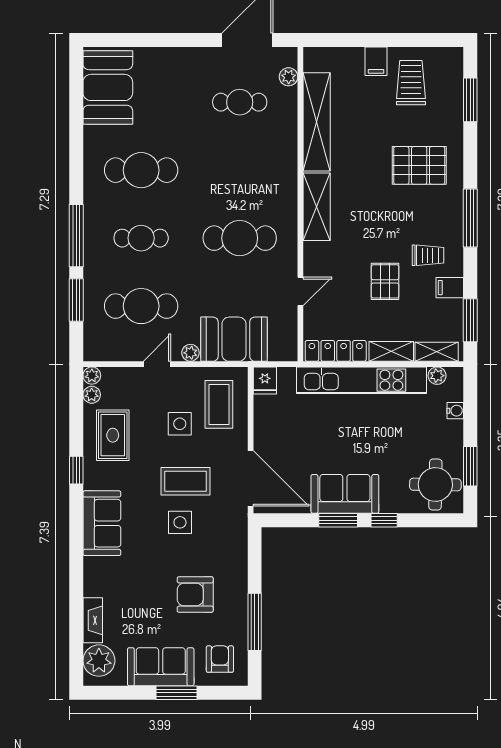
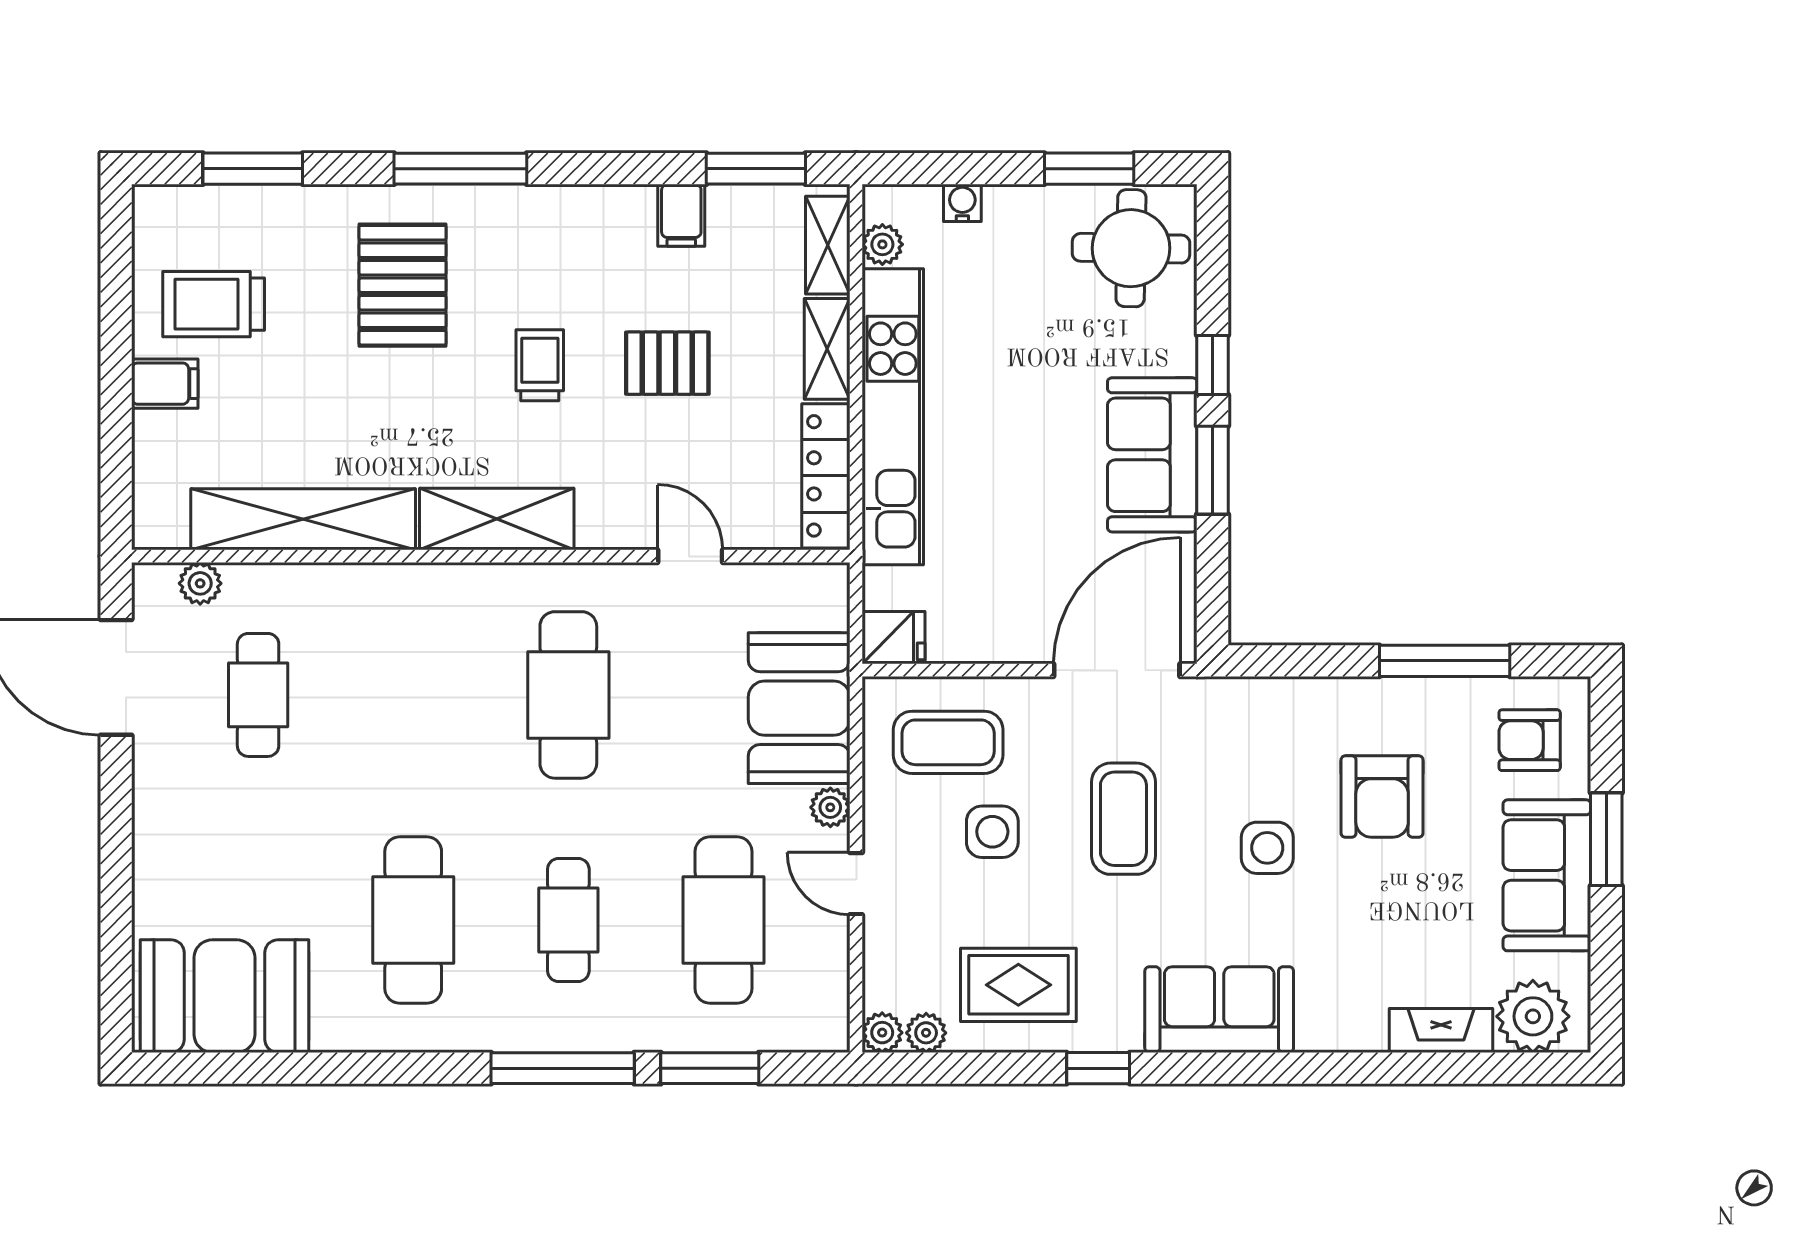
window: (470, 218) -> (460, 169), moved
trolley: (428, 255) -> (540, 365), moved
side table: (180, 522) -> (1267, 848), moved

